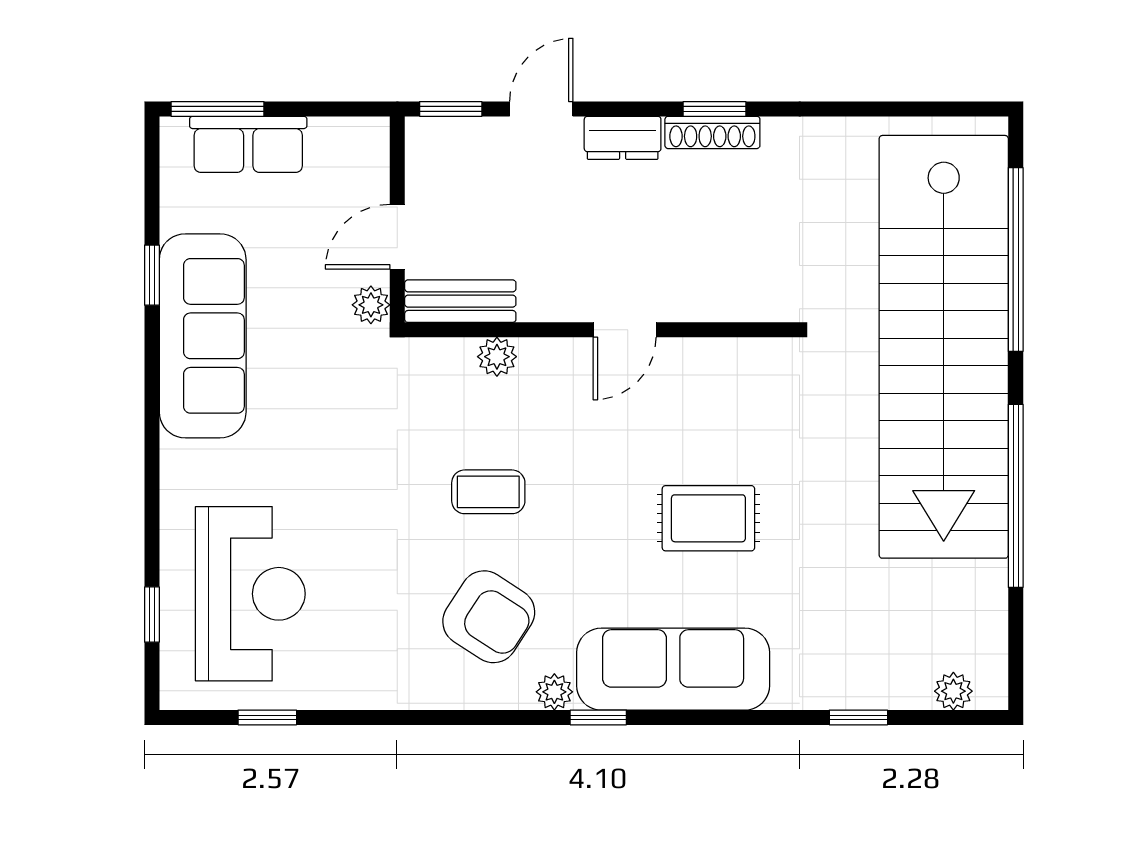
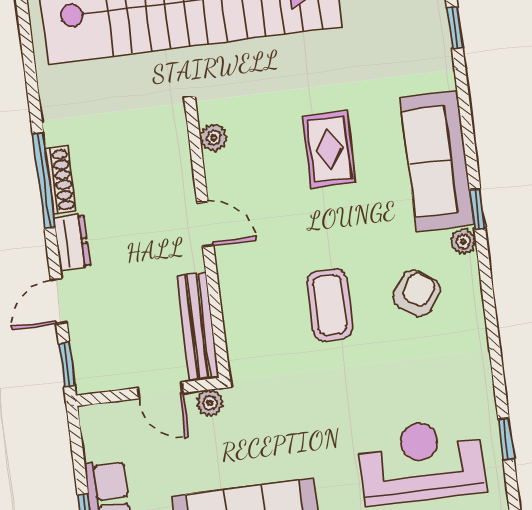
door: (541, 109) -> (59, 301), hinge flipped
window: (714, 109) -> (44, 181), width x2.17
bench: (460, 301) -> (198, 327), width x1.36
plant: (497, 357) -> (214, 138), moved
coffee table: (488, 492) -> (330, 305), width x1.36, depth x1.30
armchair: (489, 617) -> (417, 294), width x0.72, depth x0.72

